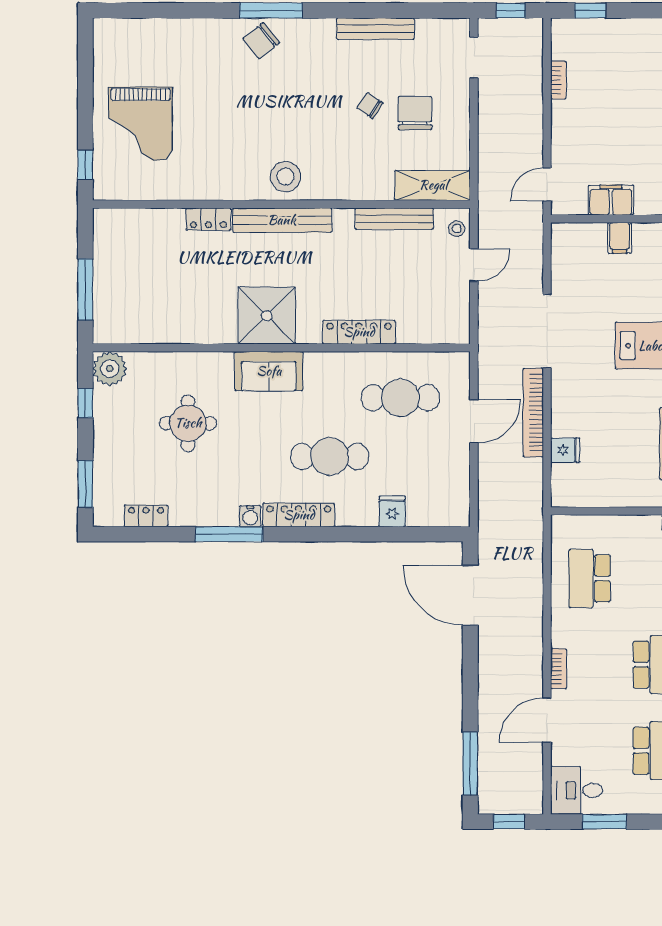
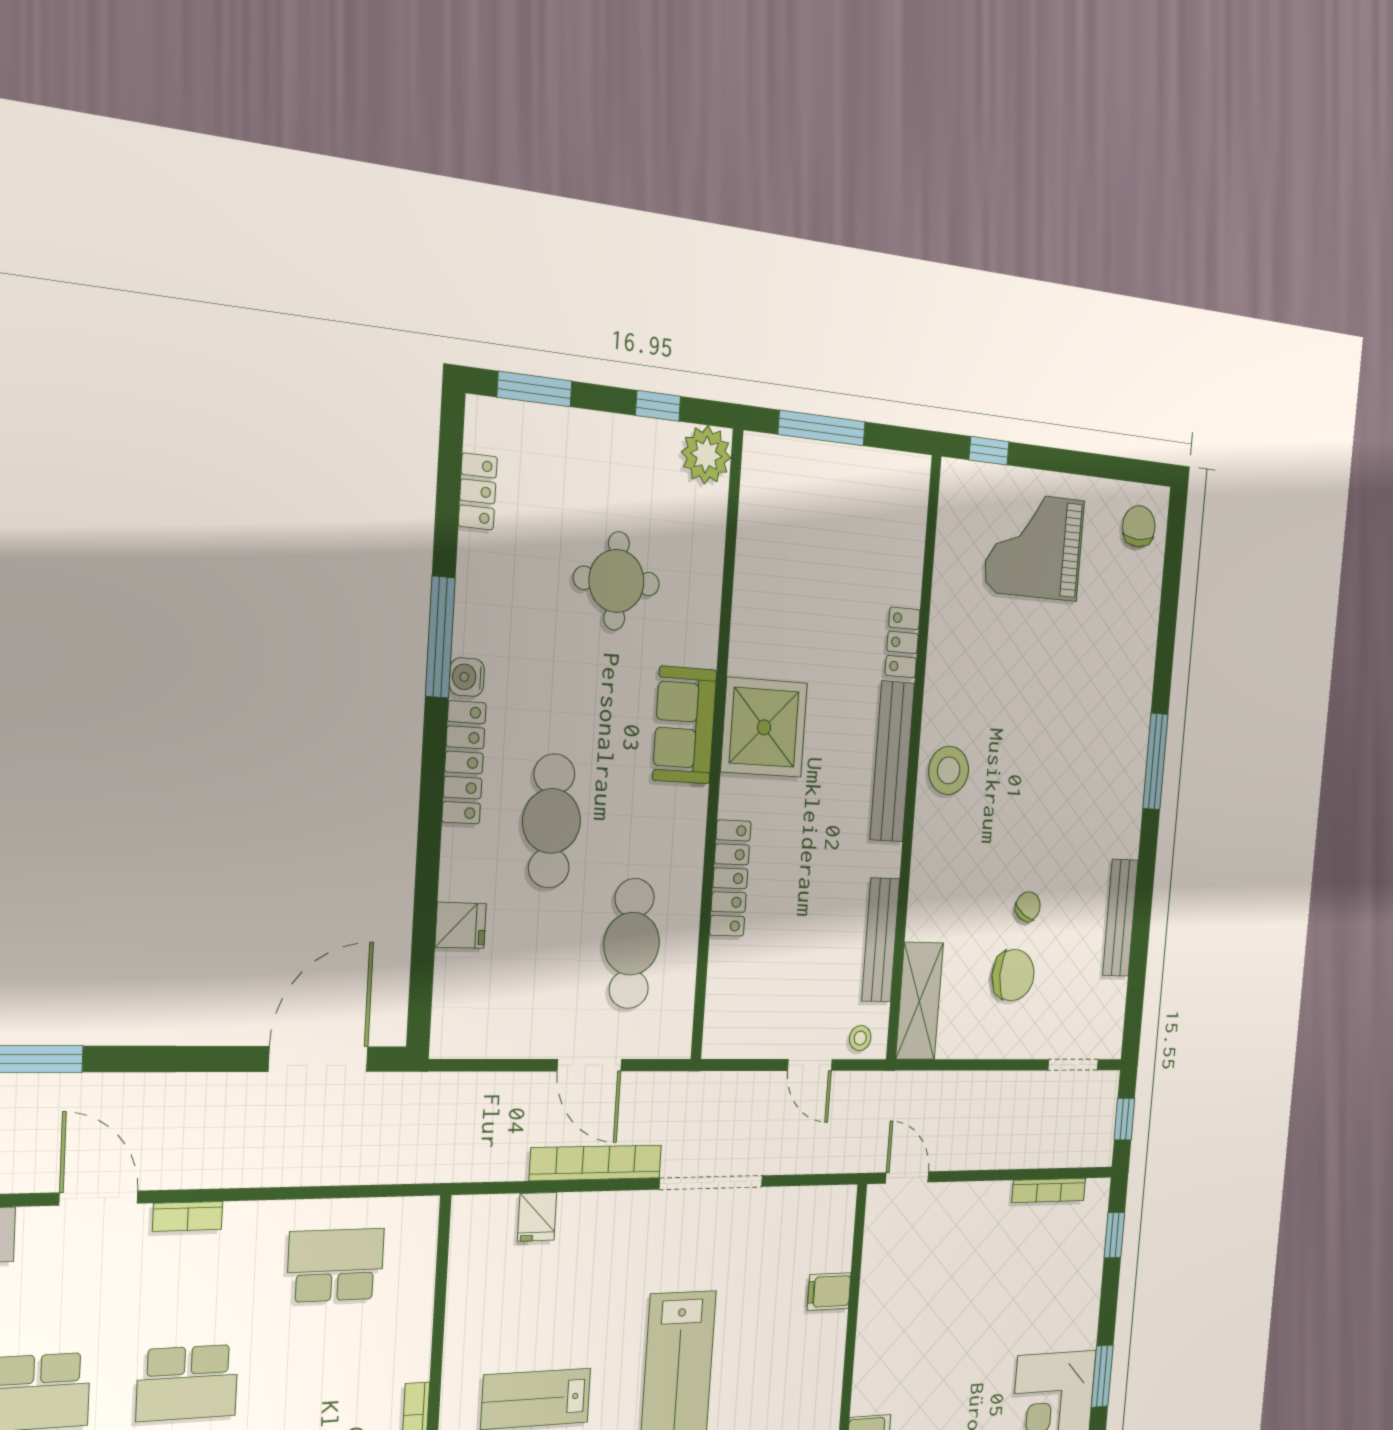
chair: (261, 41) -> (1139, 526), moved, turned 39
bookcase: (558, 80) -> (1049, 1191), width x1.56
filing cabinet: (611, 200) -> (880, 1276), removed

